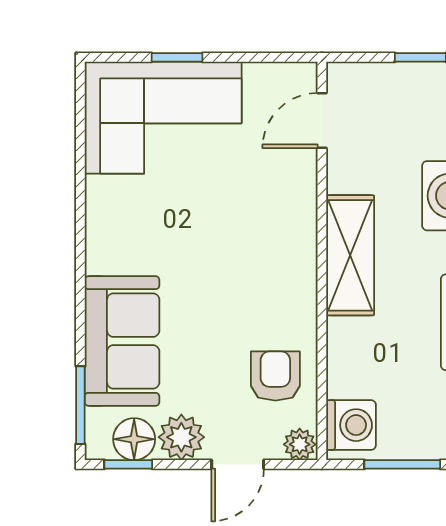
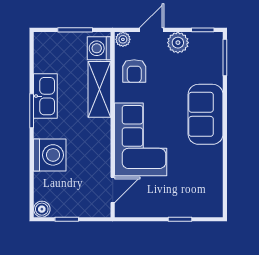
corner sofa: (163, 118) -> (141, 139), moved, turned 90
shelving: (350, 255) -> (99, 89), moved
sofa: (122, 341) -> (206, 114), moved
floor lamp: (134, 439) -> (200, 42), removed

